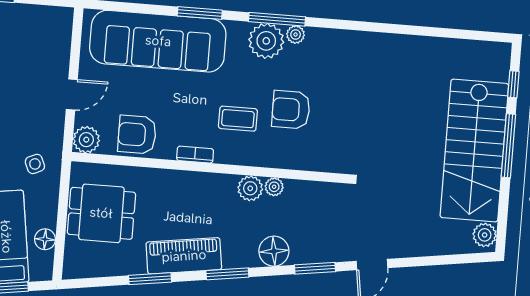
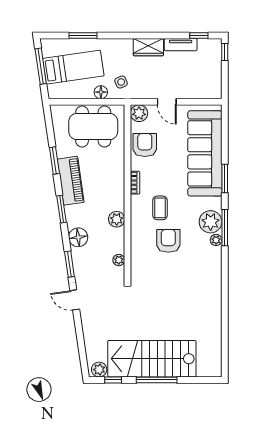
window: (513, 84) -> (113, 380), moved
plant: (274, 187) -> (119, 260), moved
dining table: (101, 213) -> (93, 127), width x1.37
floor lamp: (45, 239) -> (101, 92), moved

